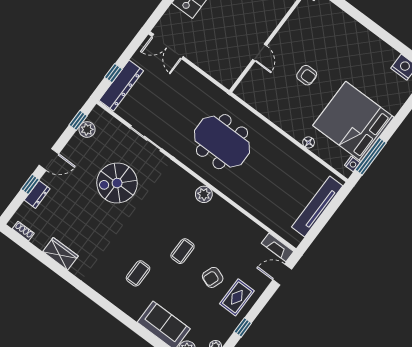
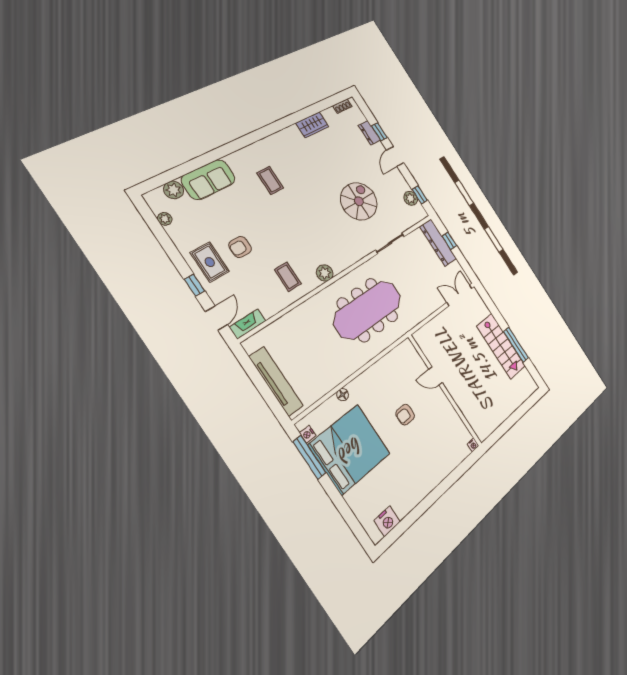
meeting table: (222, 142) -> (368, 310), width x1.36
coffee table: (182, 251) -> (288, 277), moved
armchair: (213, 277) -> (240, 247), turned -110
window: (243, 327) -> (195, 285), moved

